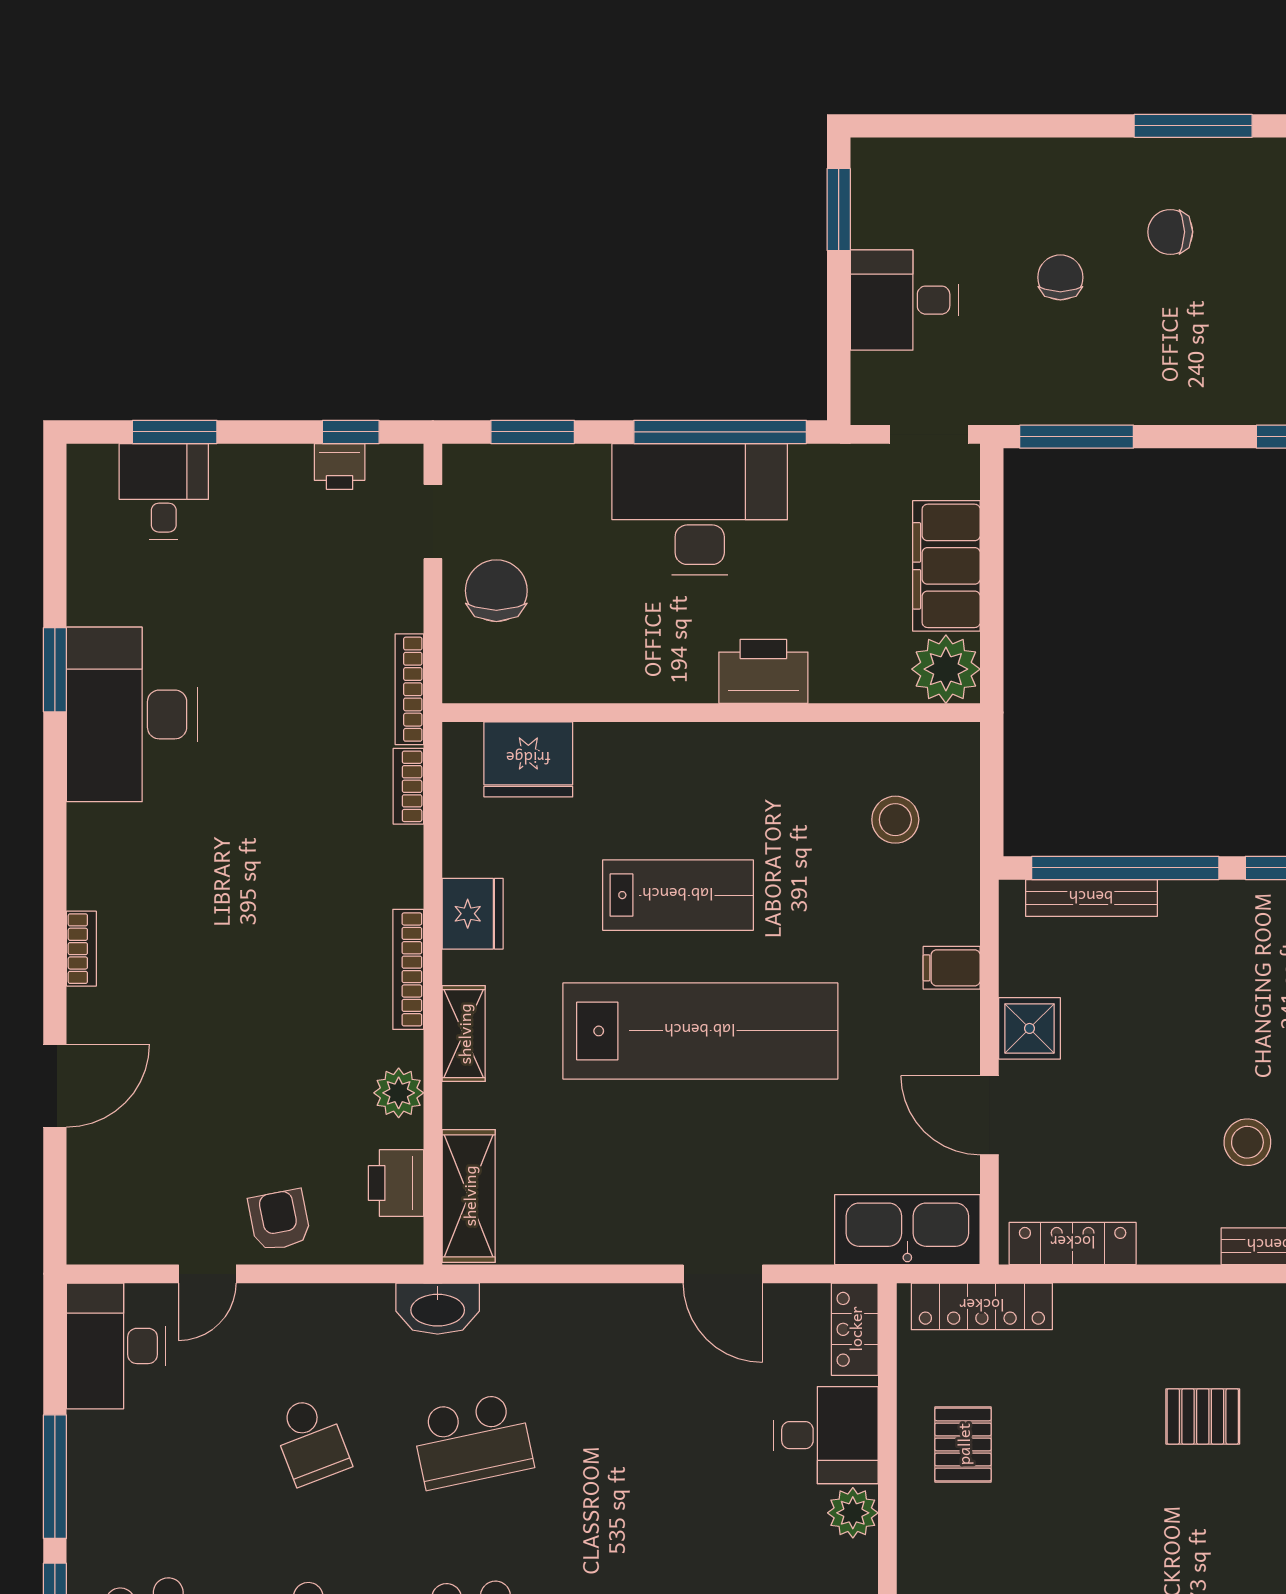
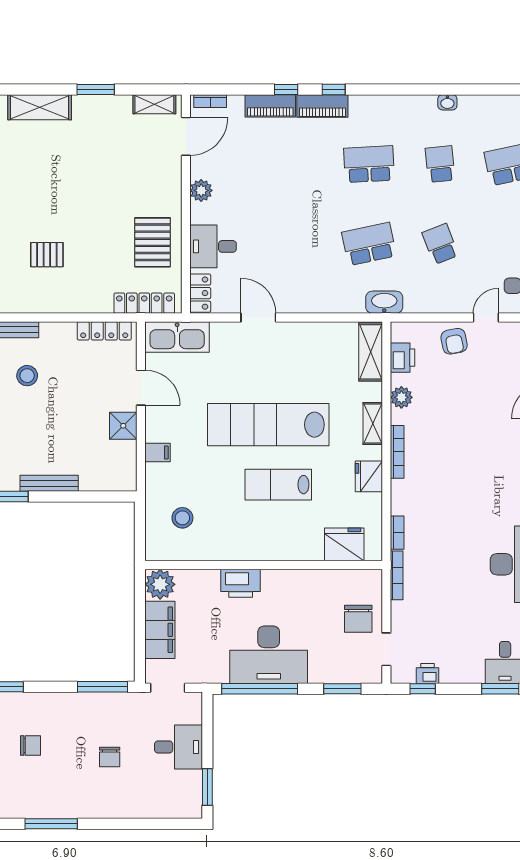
chair: (1170, 232) -> (31, 745), moved
window: (1125, 868) -> (81, 497), removed
bench: (1091, 898) -> (49, 483), moved
pallet: (963, 1444) -> (153, 242), width x1.50, depth x1.42
plant: (853, 1513) -> (201, 190), moved

